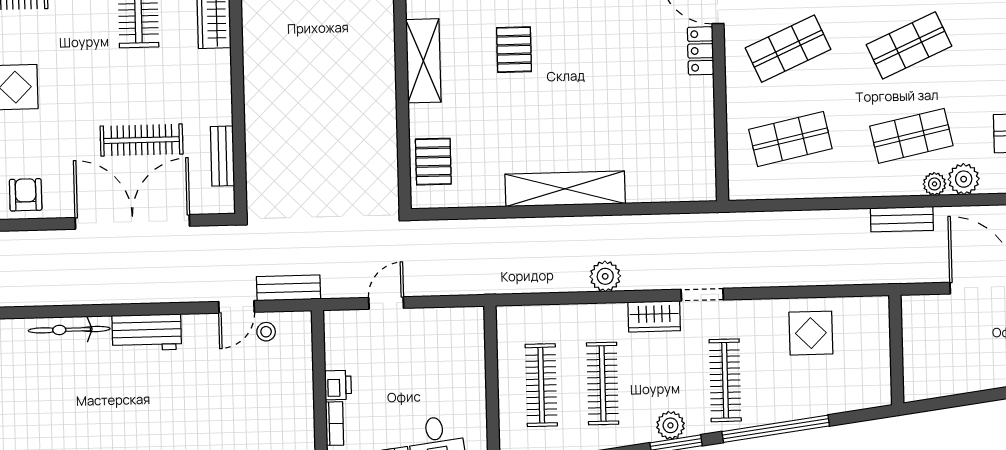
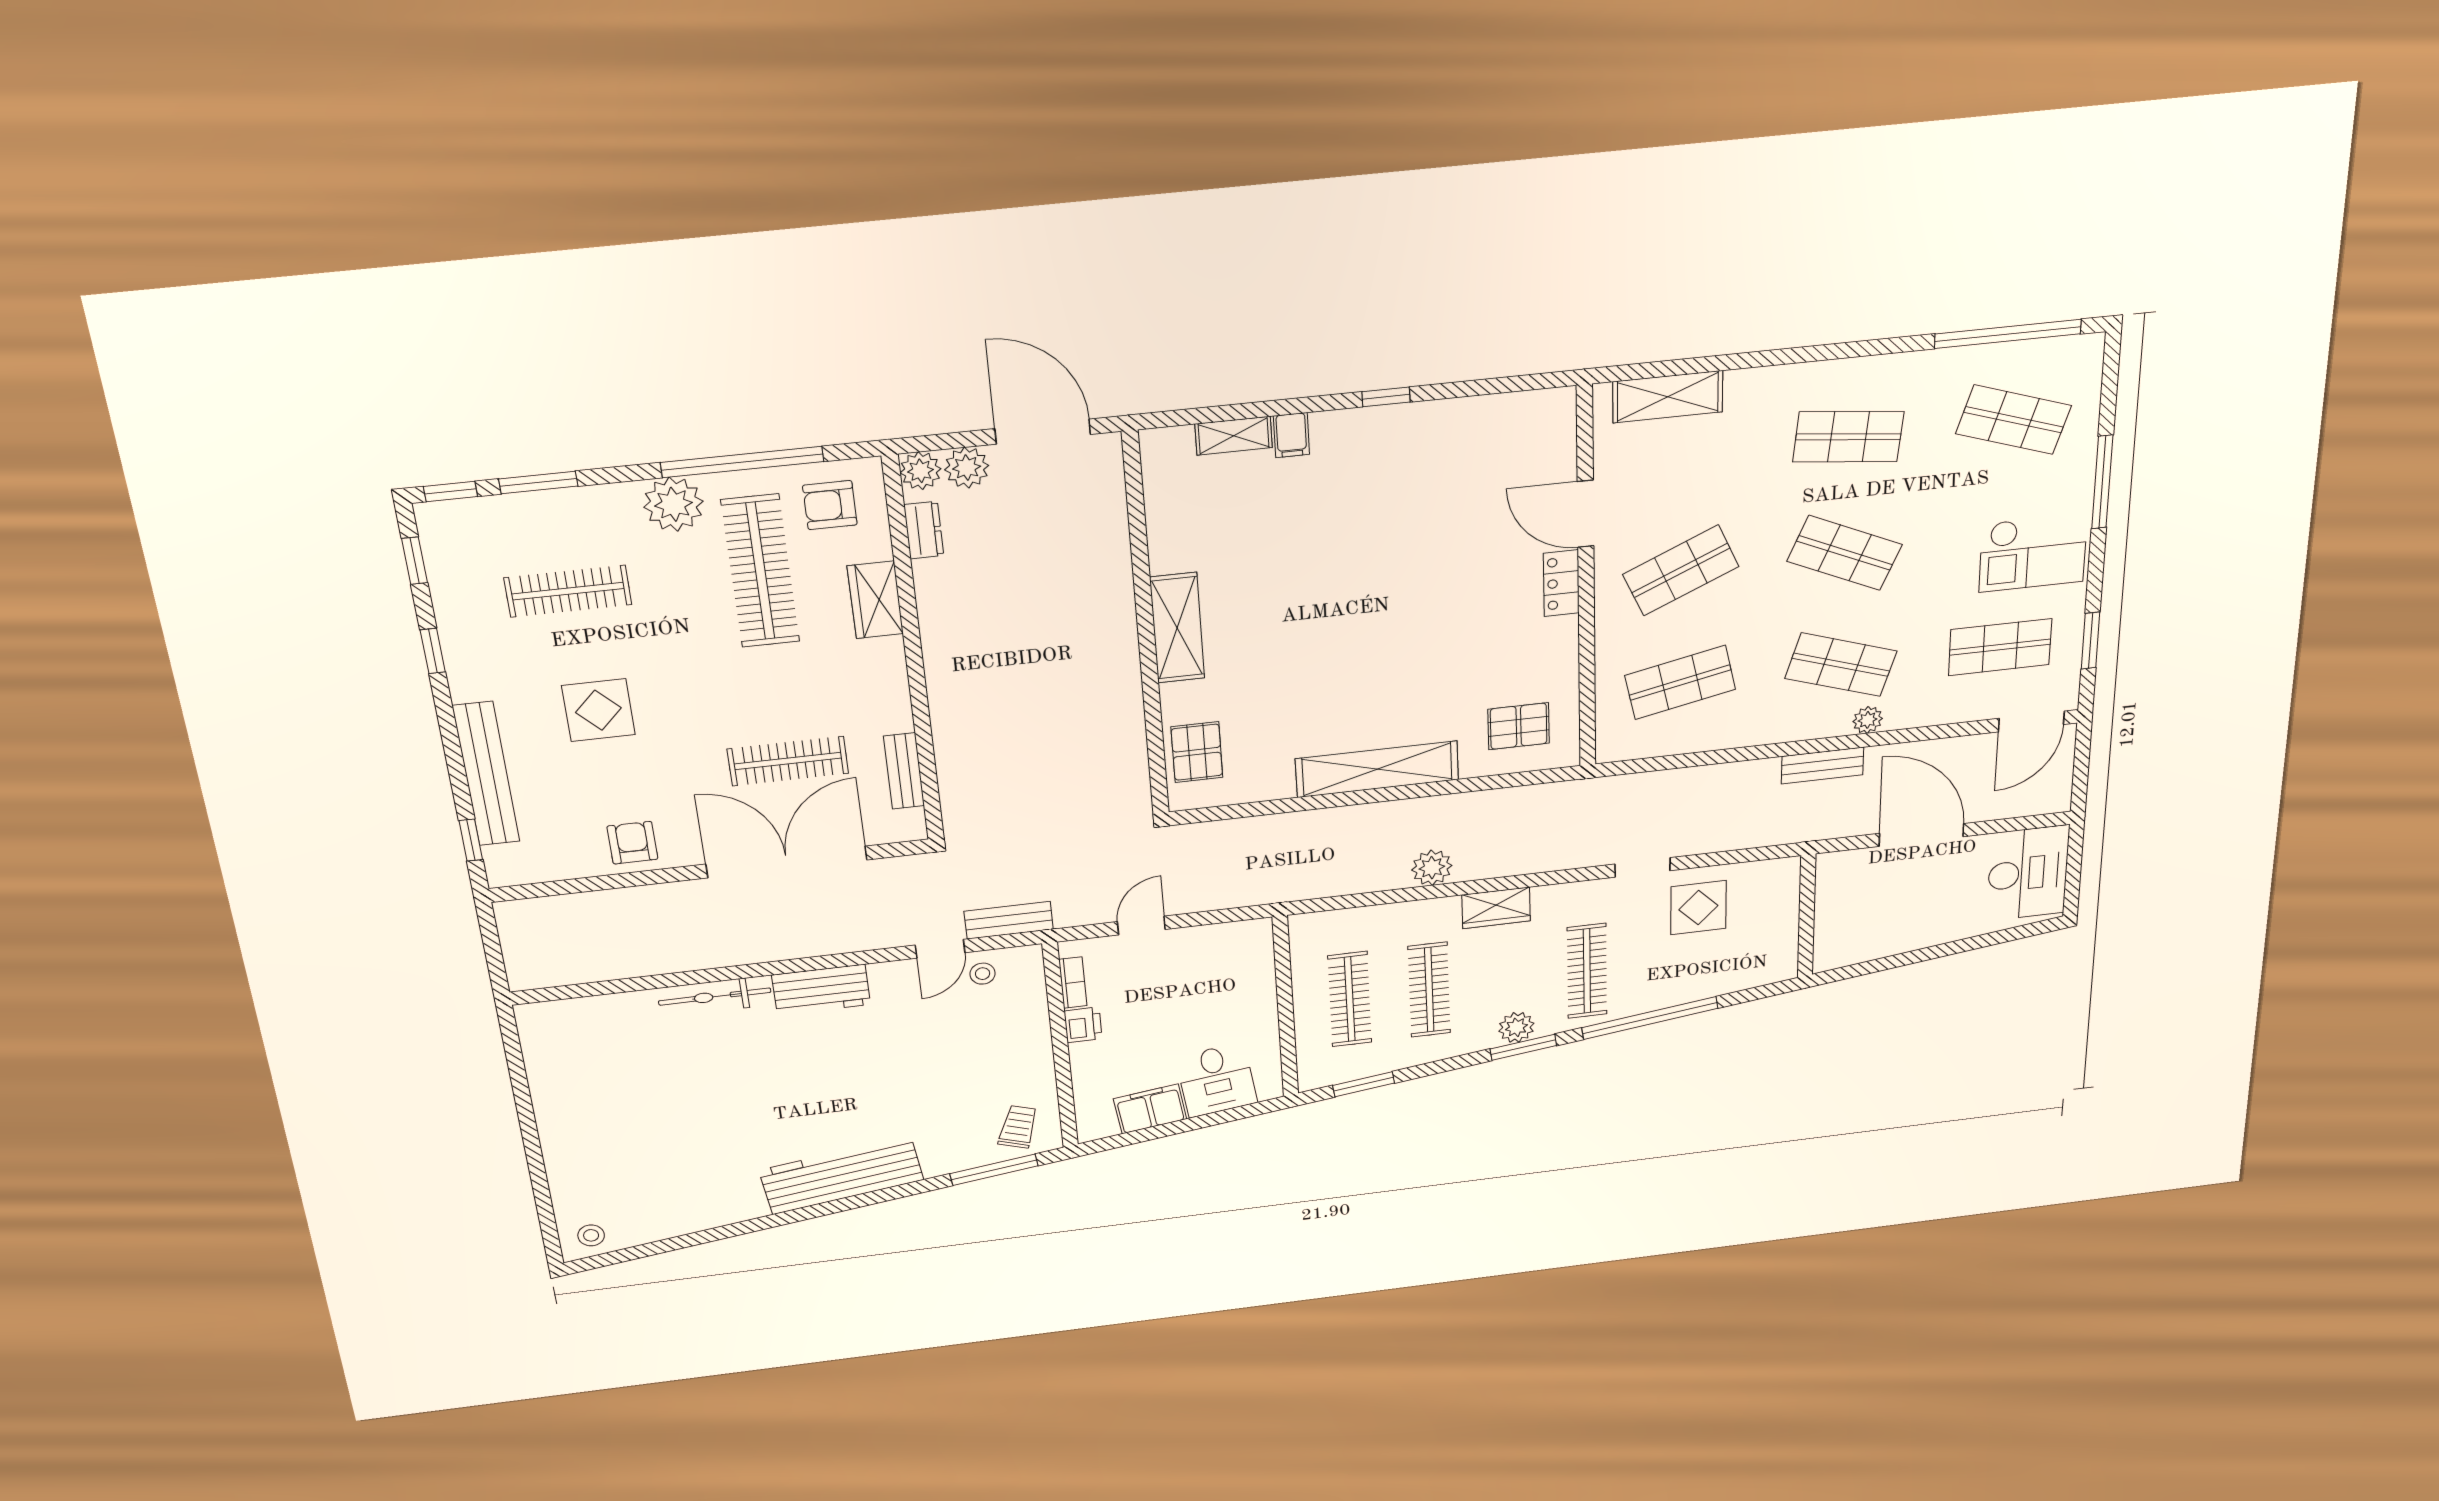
shop shelf: (909, 45) -> (1845, 553), turned 48
pallet: (514, 50) -> (1519, 726), moved, turned 90
shop shelf: (911, 136) -> (1841, 665), turned 30
plant: (964, 179) -> (1906, 711), removed
doorway: (702, 295) -> (1643, 867), moved
bookcase: (334, 424) -> (1073, 983), moved

